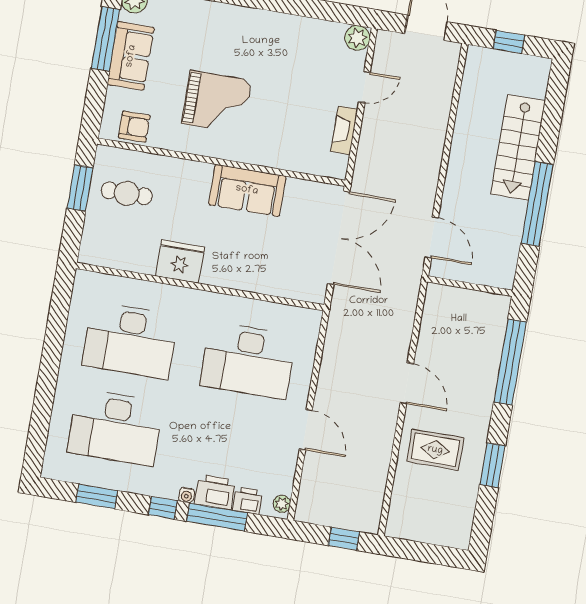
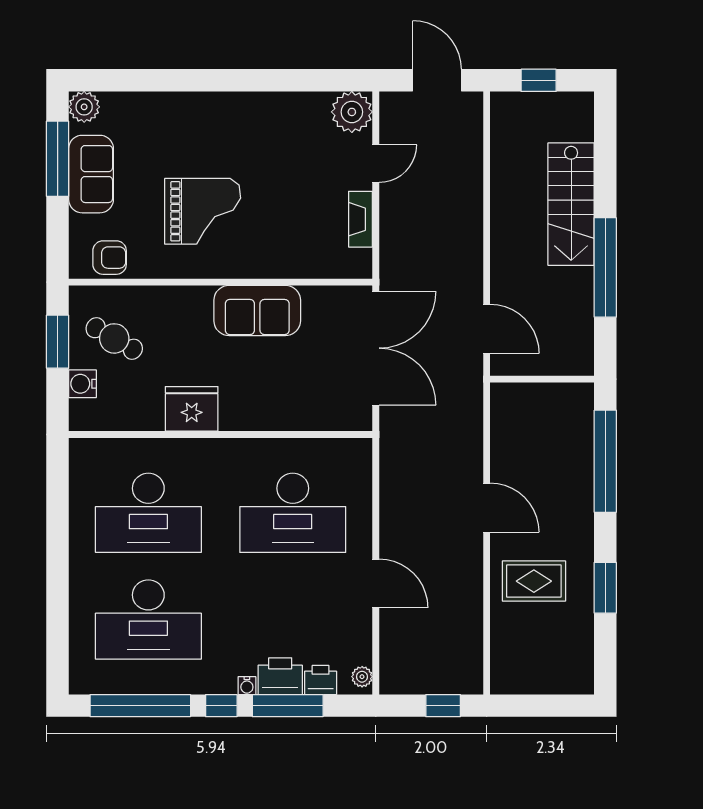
plant: (357, 38) -> (352, 112), width x1.36, depth x1.36
cafe table: (127, 193) -> (114, 338), turned 30
water cooler: (94, 226) -> (82, 384), added
window: (97, 496) -> (140, 706), width x2.11

